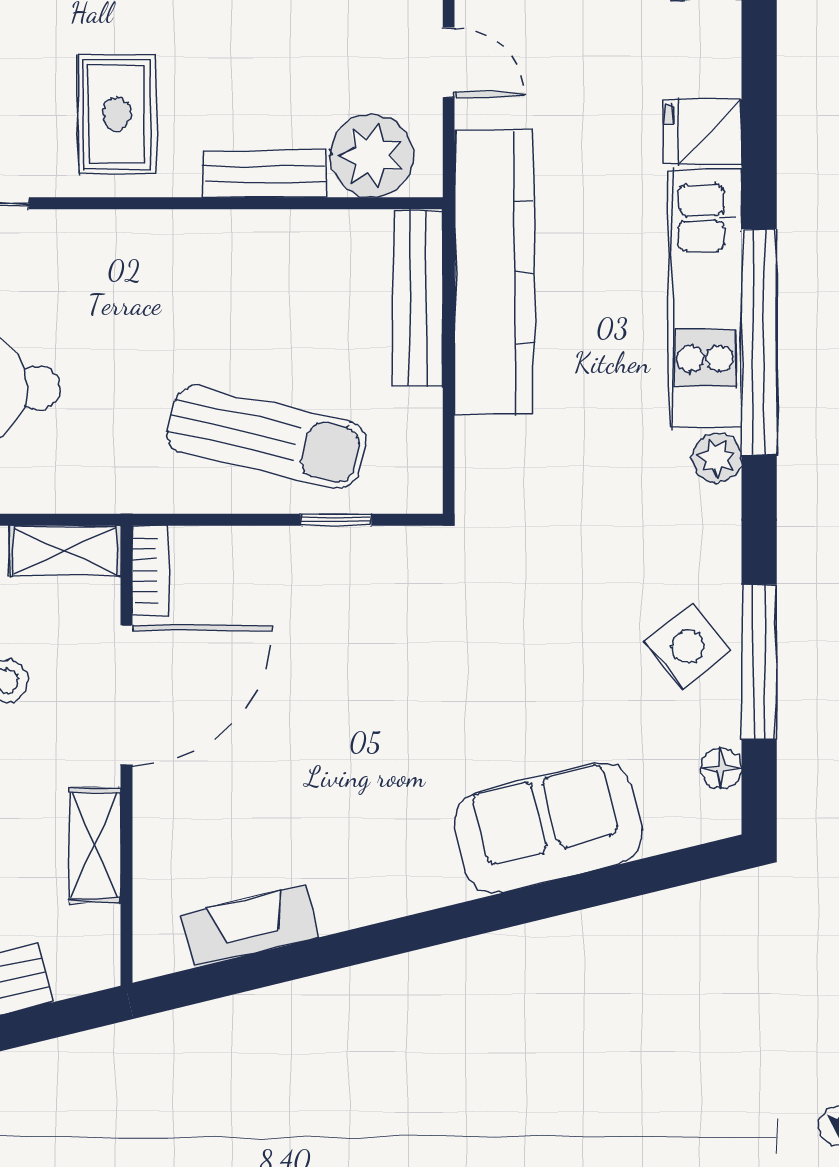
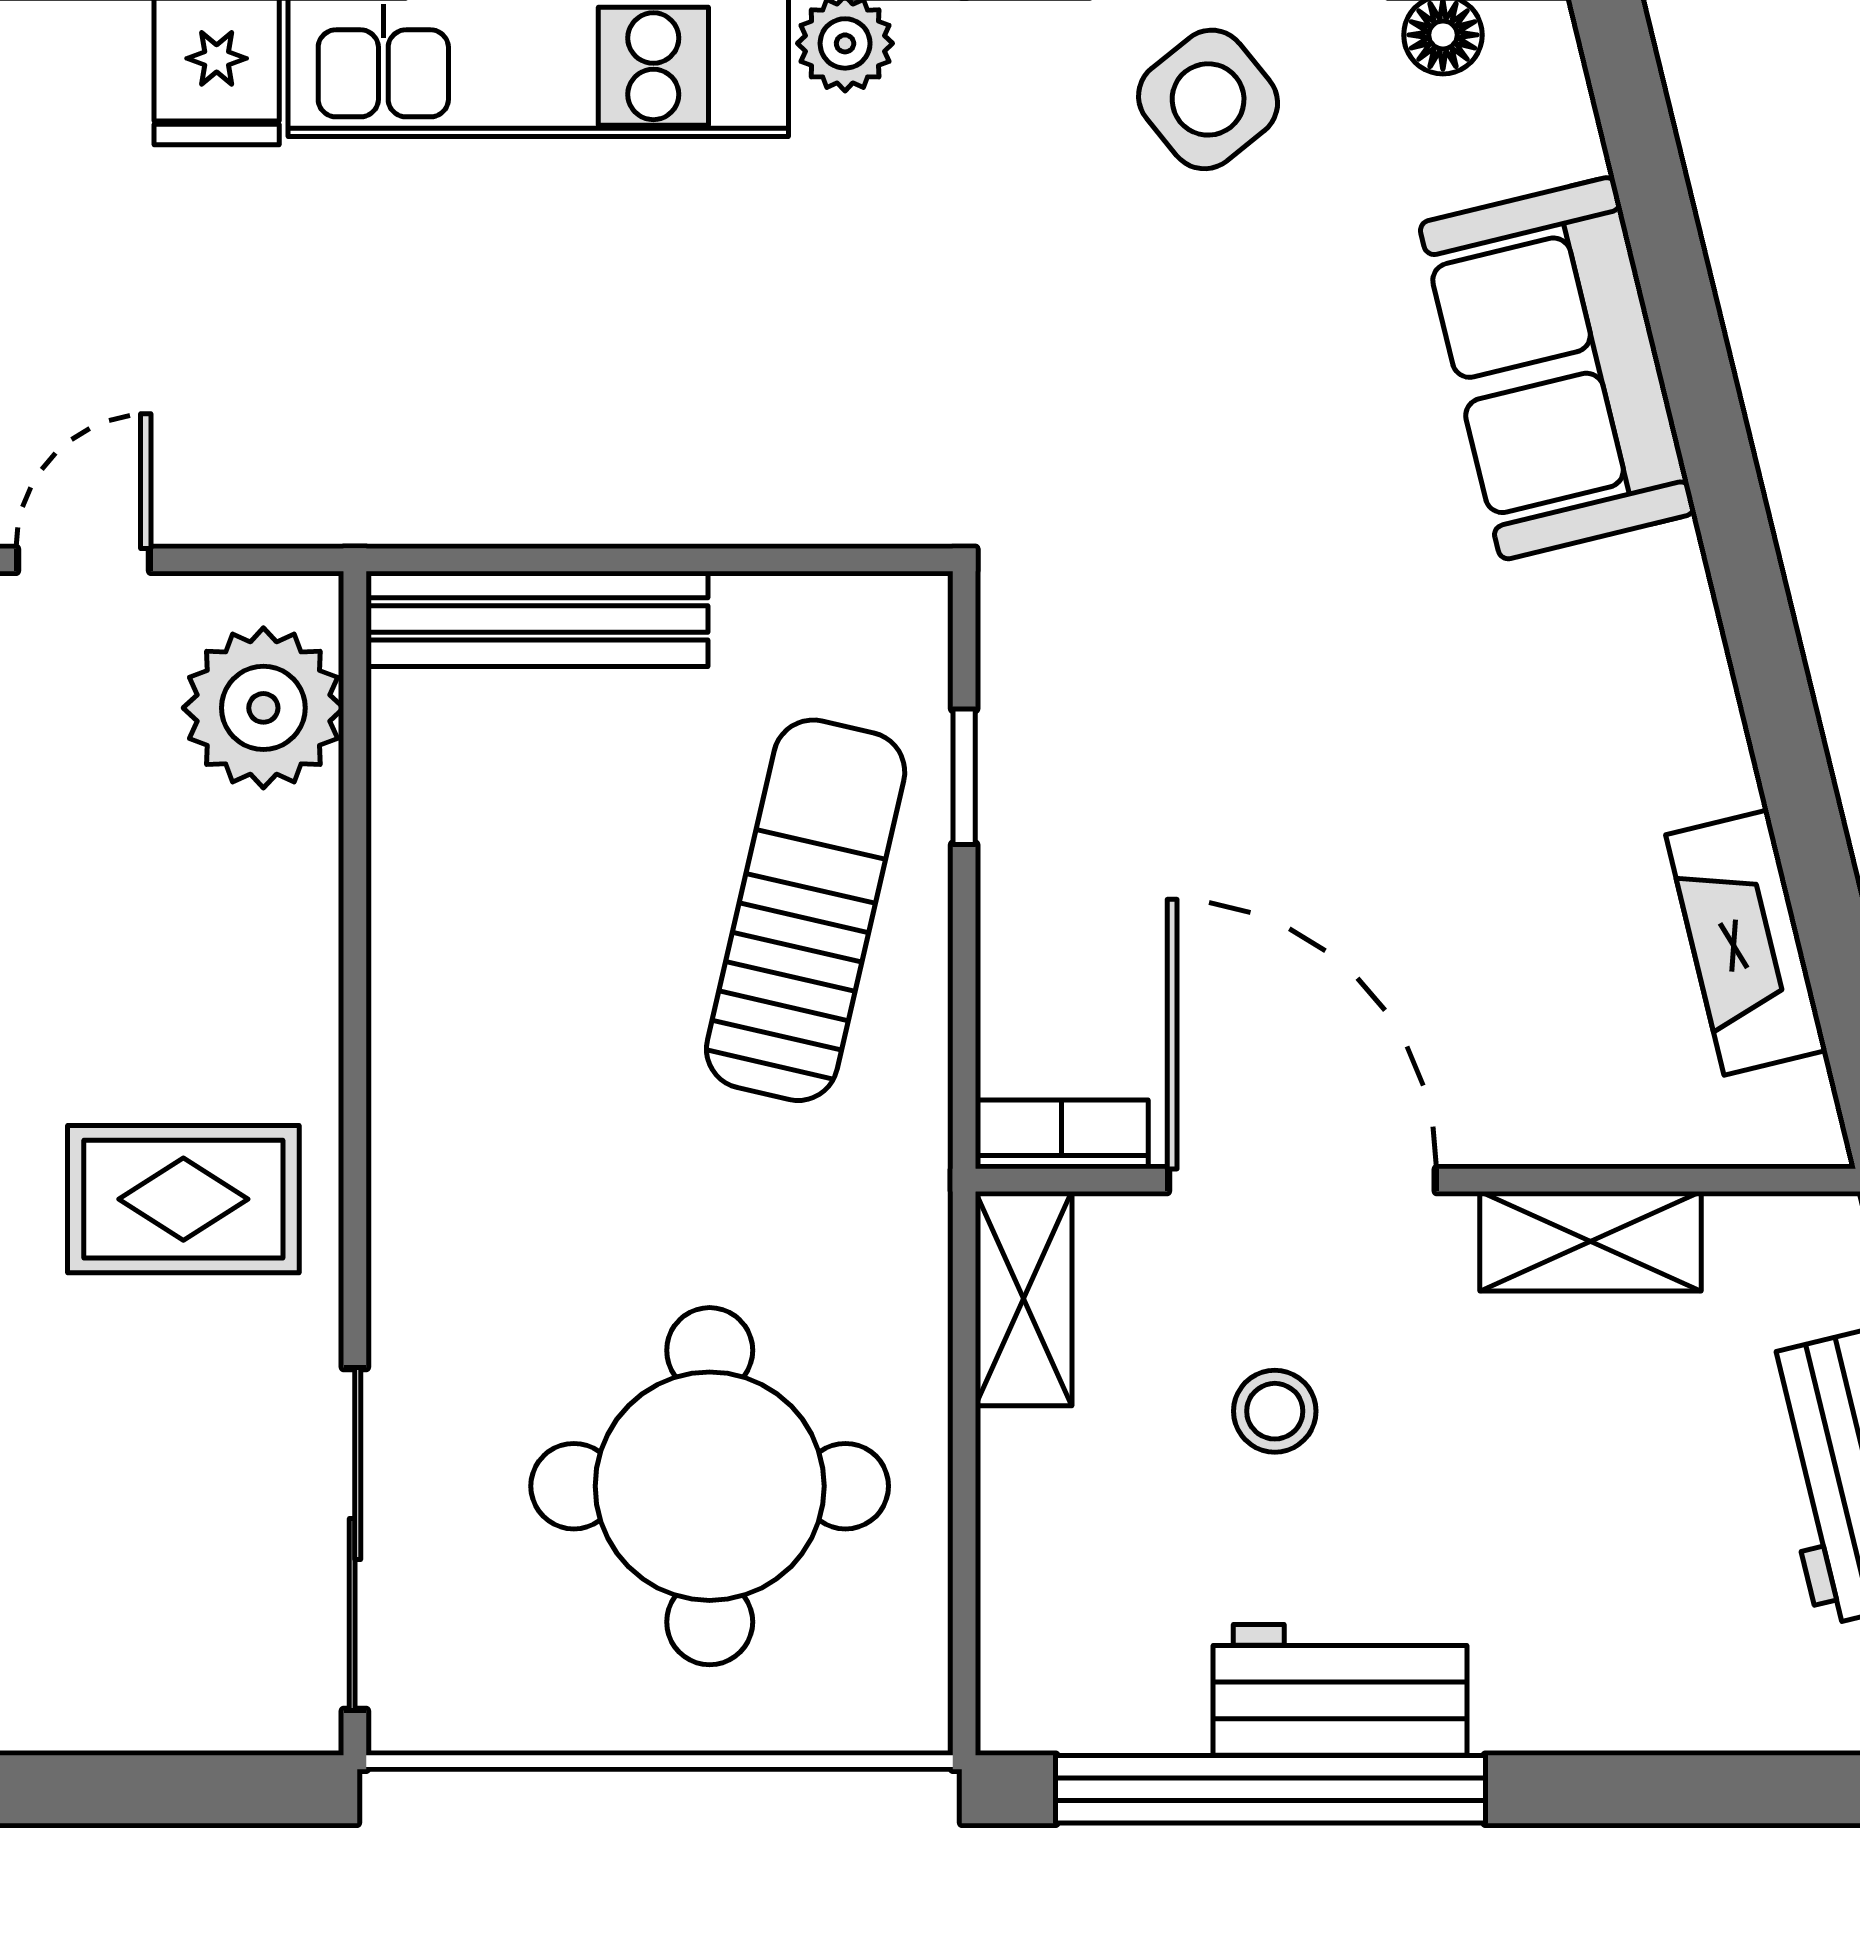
bench: (264, 174) -> (299, 915), removed
kitchen counter: (494, 272) -> (487, 472), removed

